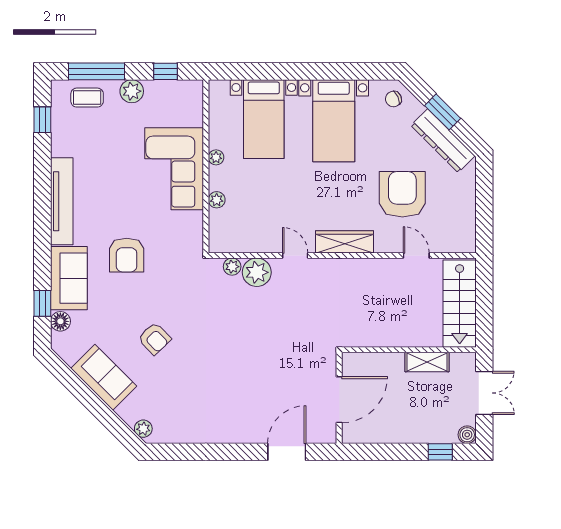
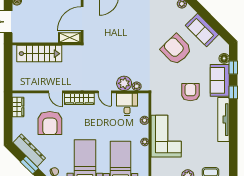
window: (42, 120) -> (233, 92), moved
wardrobe: (465, 226) -> (18, 107), added
desk: (251, 231) -> (127, 104), added
door: (416, 255) -> (55, 92), moved
stairs: (460, 304) -> (39, 54), moved, turned 90
armchair: (154, 339) -> (176, 50), width x1.88, depth x1.88
shelving: (427, 362) -> (70, 38), moved

